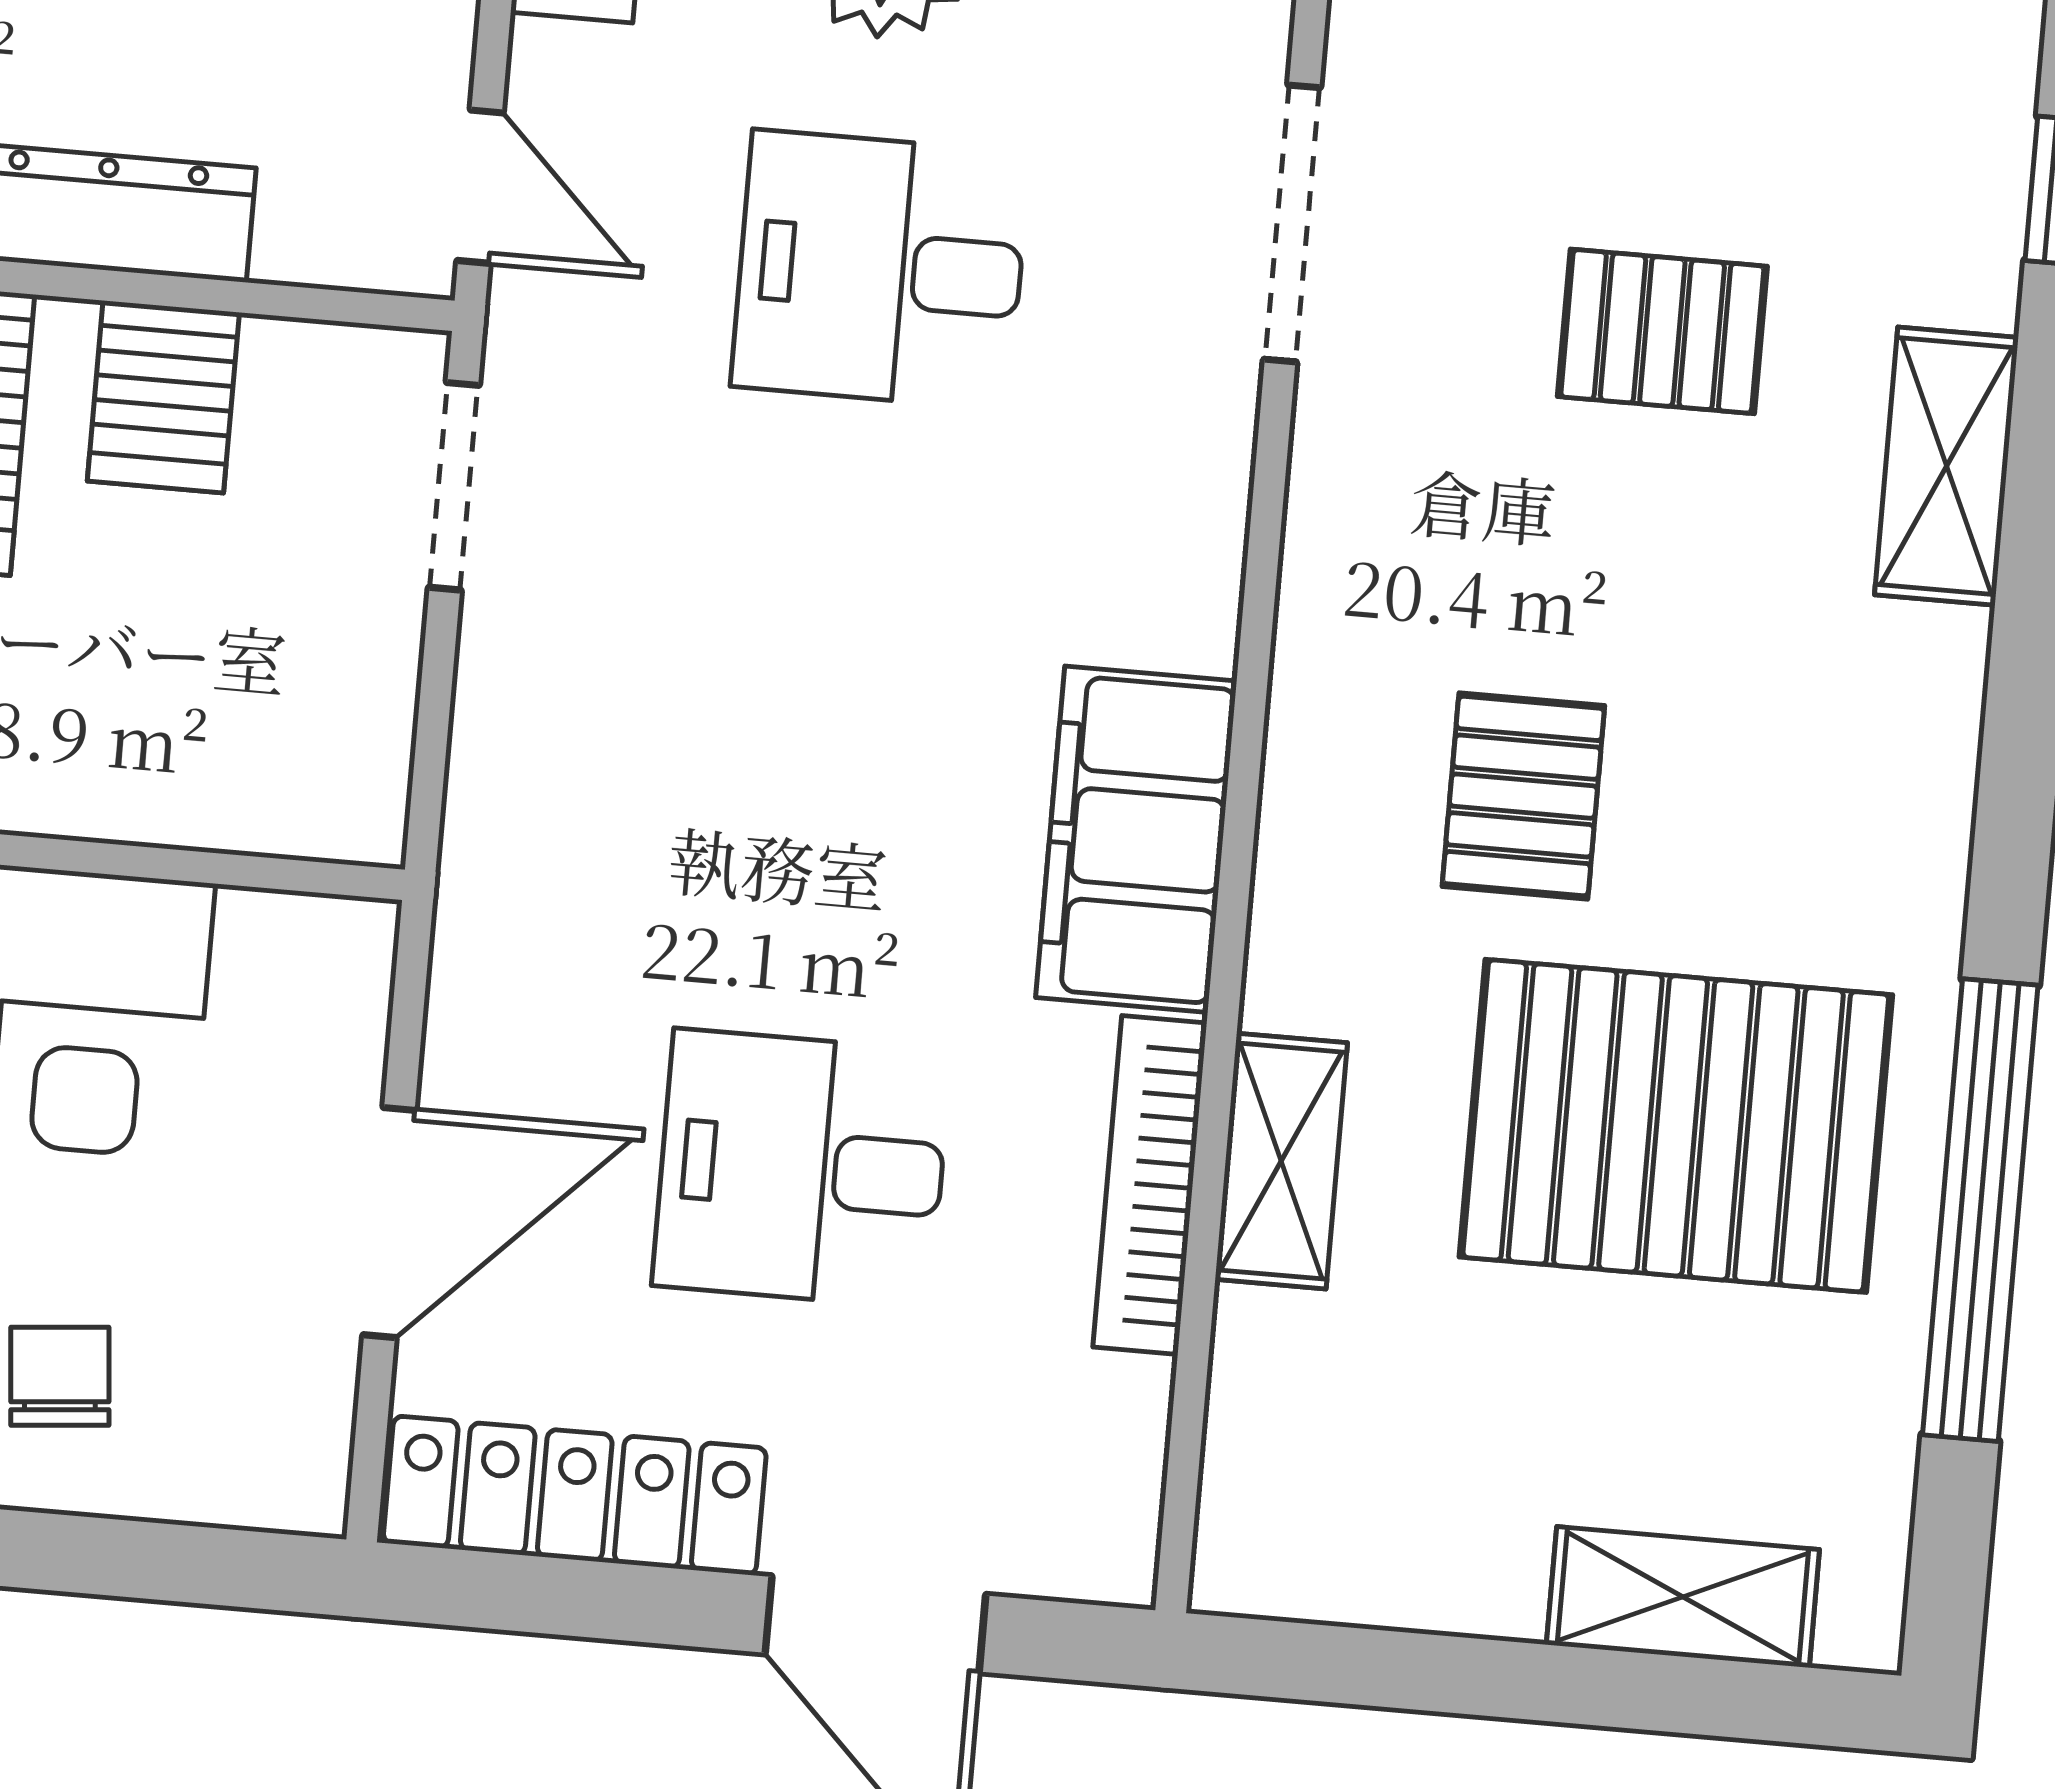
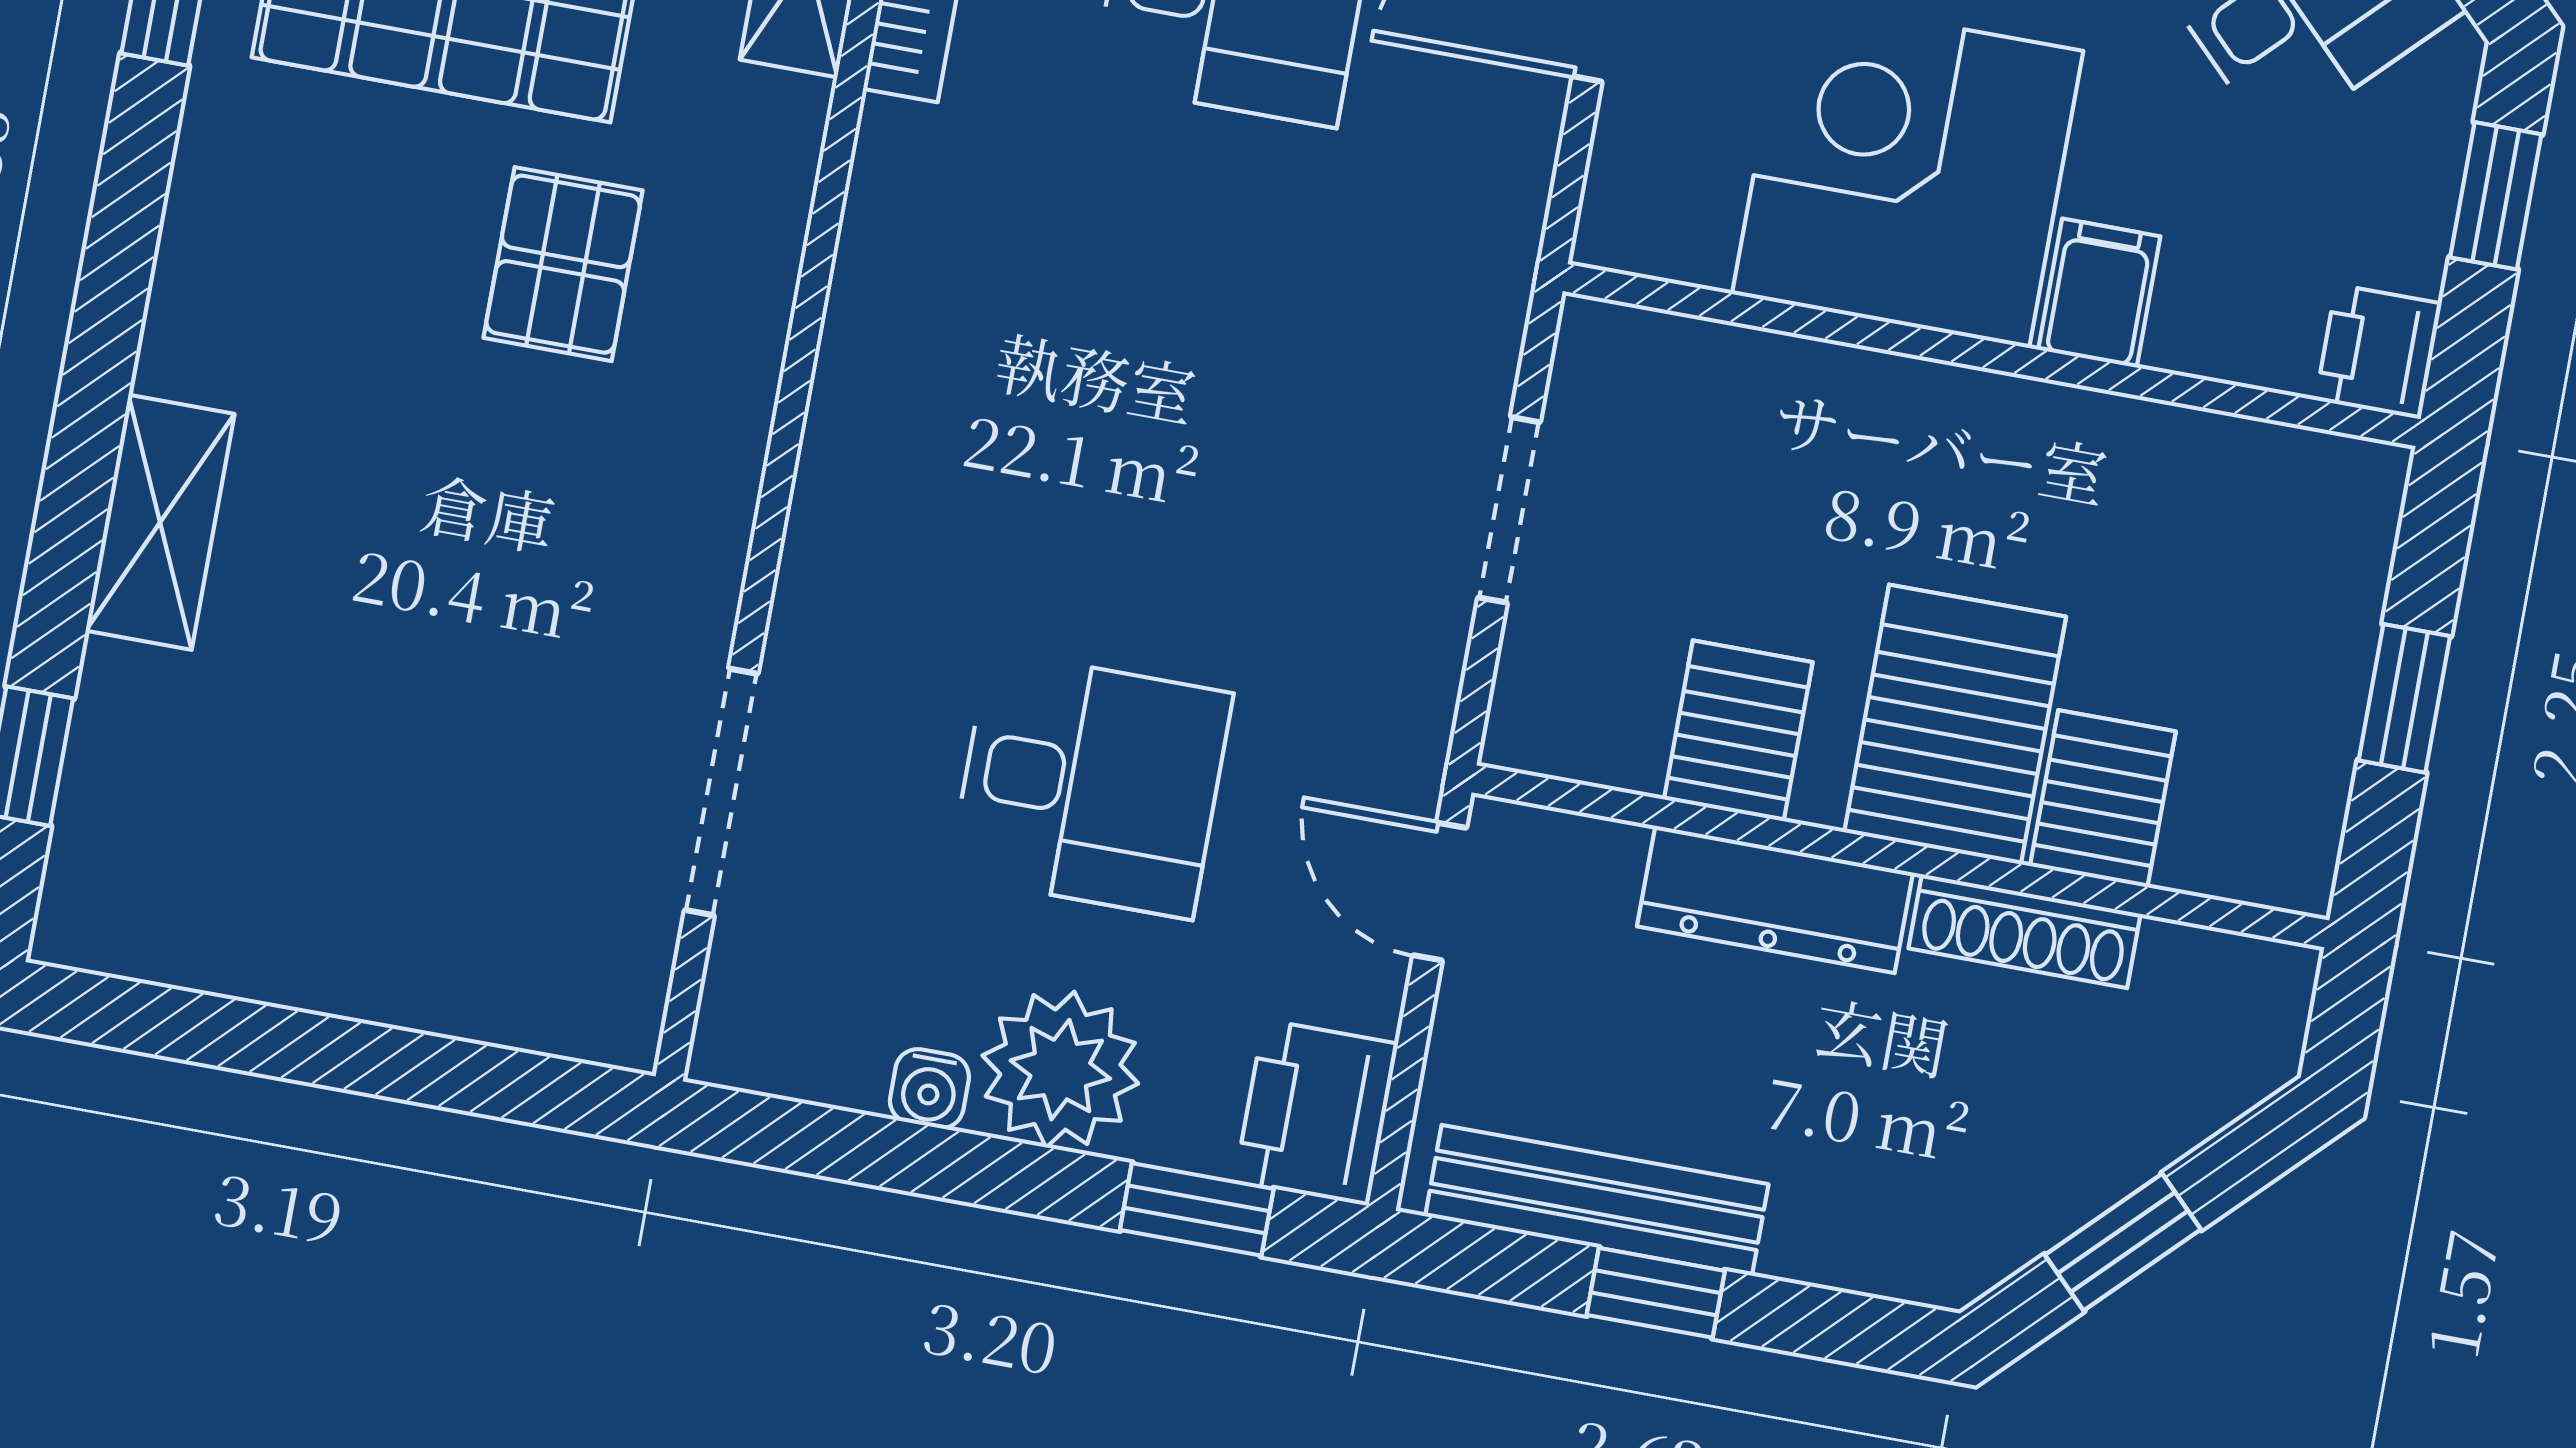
pallet: (1662, 331) -> (401, 665), removed
doorway: (454, 486) -> (1509, 510), moved
filing cabinet: (1136, 839) -> (910, 258), removed

